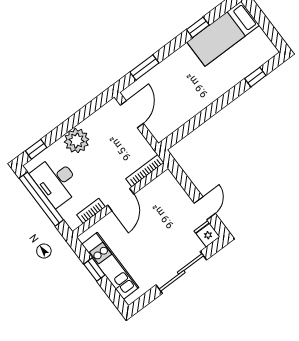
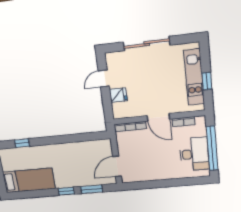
window: (198, 27) -> (66, 191), moved
plant: (77, 141) -> (164, 171), removed
window: (36, 149) -> (194, 181), removed
door: (121, 200) -> (158, 117), swing flipped
fridge: (207, 234) -> (118, 95), moved, turned -90

